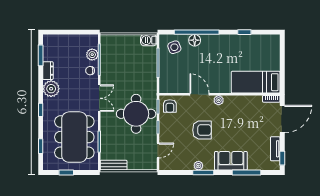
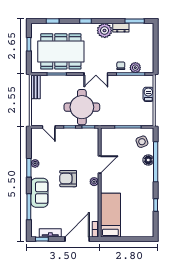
barbecue: (149, 40) -> (148, 94), moved
armchair: (170, 106) -> (89, 138), removed
door: (282, 119) -> (77, 239), swing flipped
armchair: (202, 130) -> (68, 179), moved, turned 90

